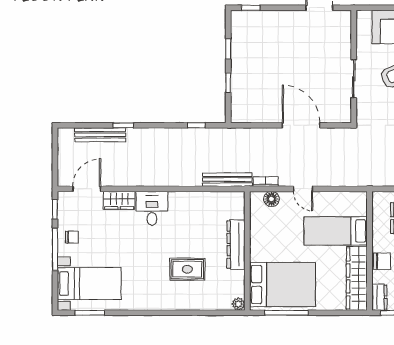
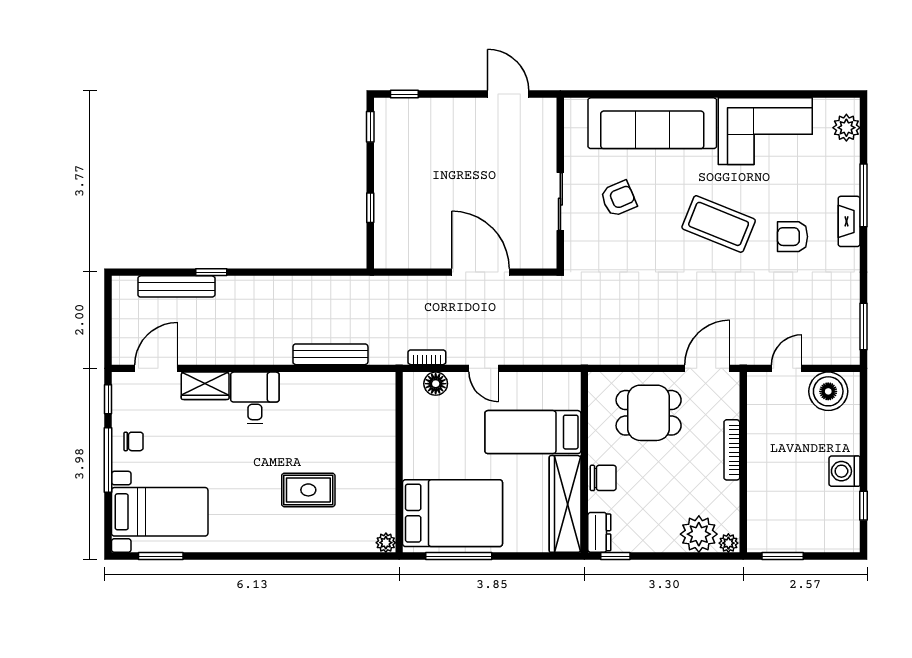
window: (228, 49) -> (370, 127), moved
window: (196, 125) -> (322, 272), removed
bench: (227, 180) -> (330, 354), moved
dresser: (236, 245) -> (382, 453), removed

